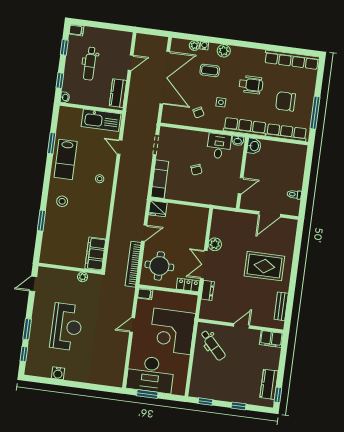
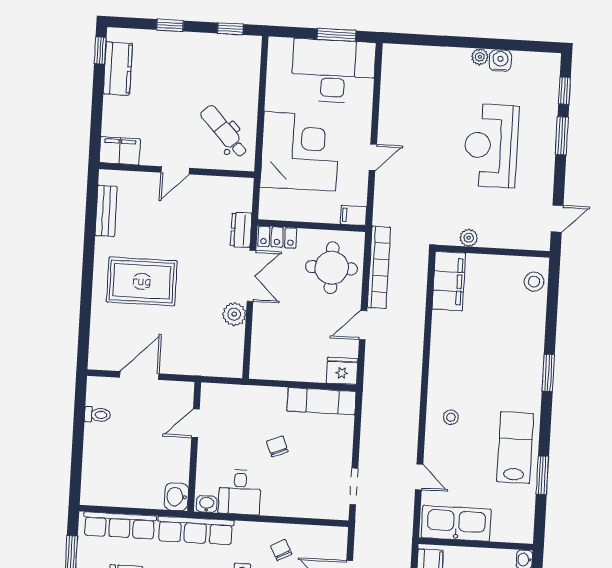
exam couch: (160, 179) -> (321, 401), moved, turned -90
stool: (62, 201) -> (534, 282), moved
window: (41, 221) -> (548, 373), moved
plant: (69, 376) -> (480, 57), added

